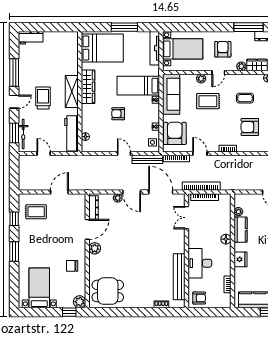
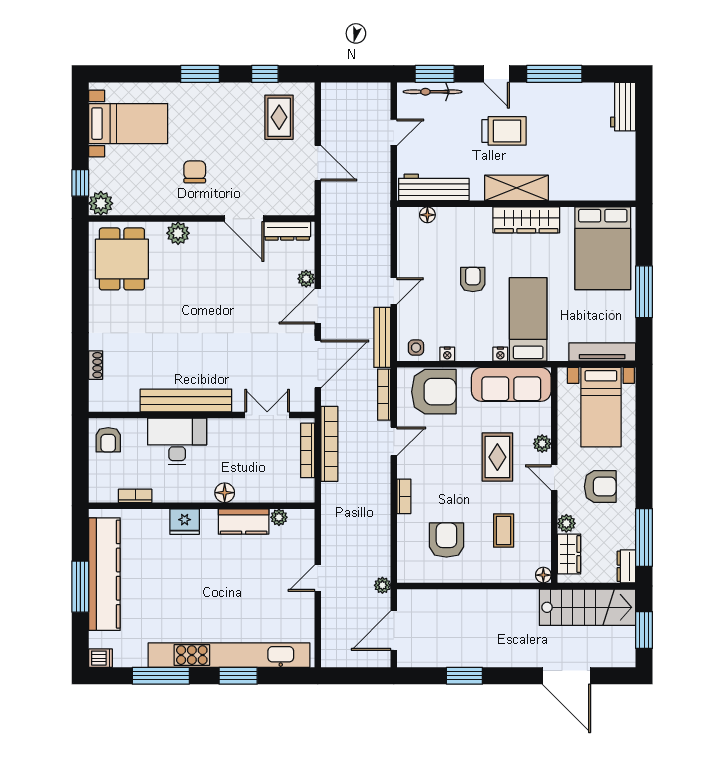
plant: (95, 248) -> (178, 233), moved
chair: (72, 266) -> (195, 172), moved
bench: (179, 277) -> (186, 400), moved

